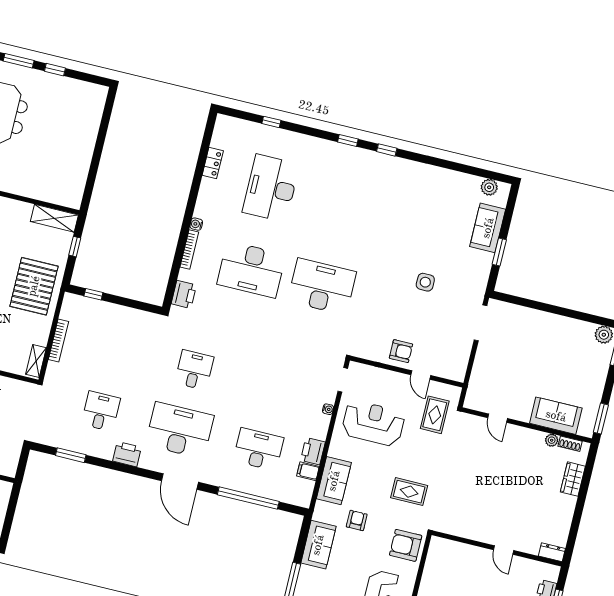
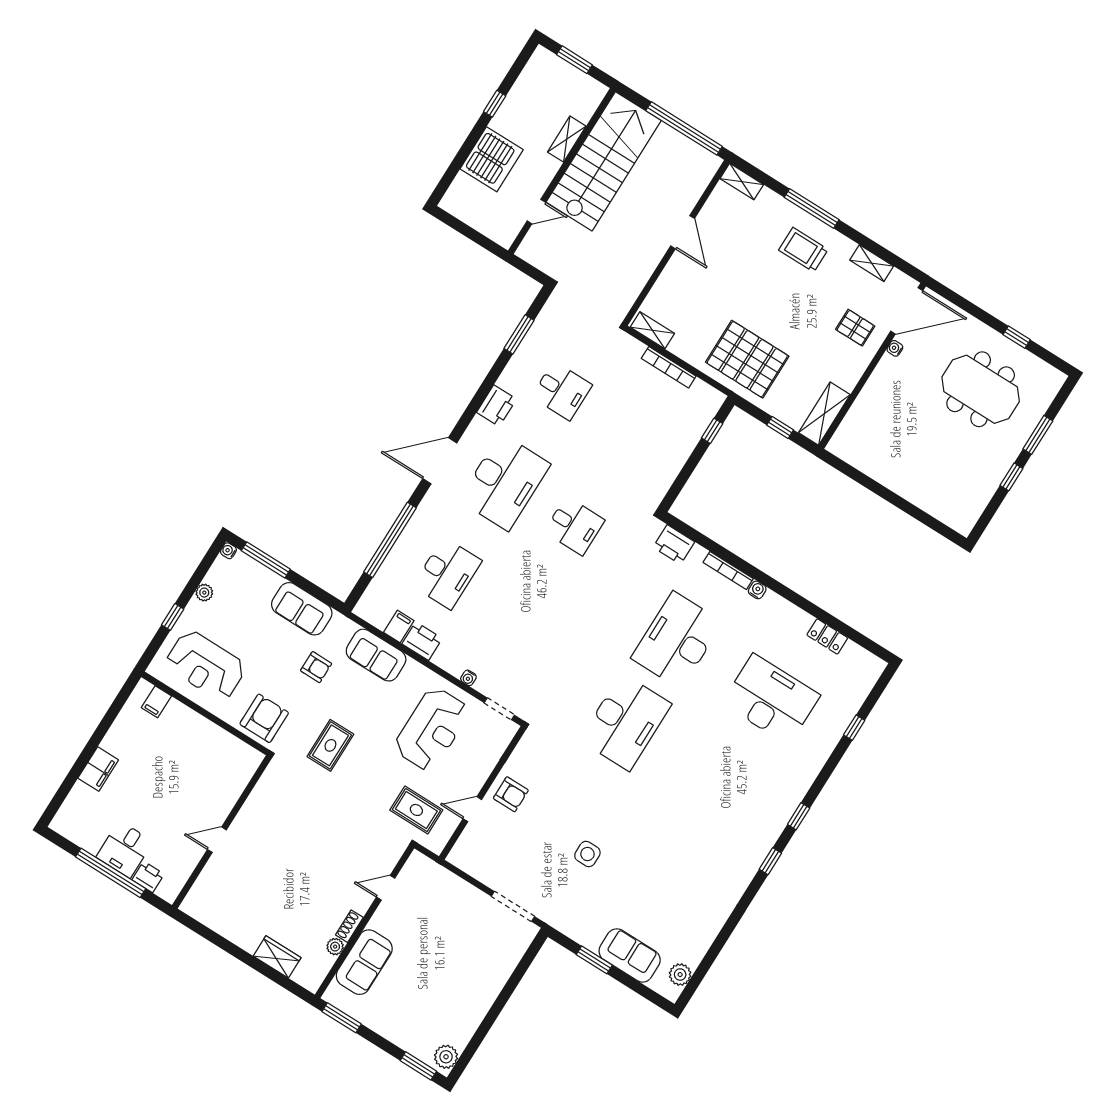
armchair: (401, 351) -> (511, 794), turned -90
shoe rack: (570, 444) -> (349, 926), moved
dresser: (552, 552) -> (194, 900), removed

